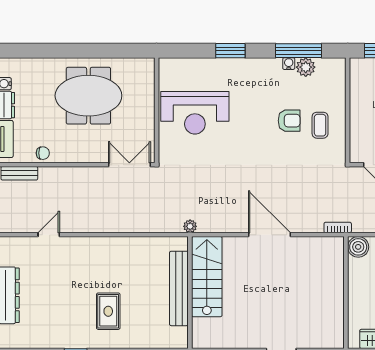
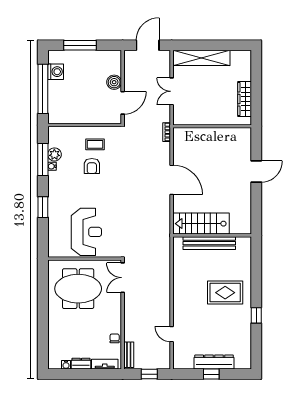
meeting table: (88, 96) -> (78, 289), moved, turned 90
armchair: (289, 121) -> (92, 166), turned 180
plant: (190, 226) -> (166, 235), removed
door: (269, 235) -> (172, 180), swing flipped
boiler: (358, 247) -> (180, 118), removed
rug: (108, 311) -> (225, 293), width x1.36, depth x1.43

